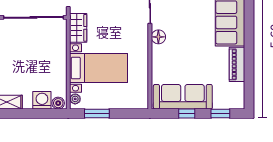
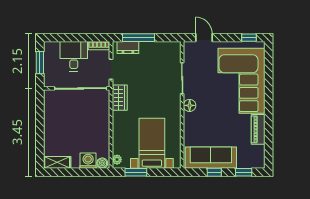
bed with nightstands: (99, 68) -> (152, 143), moved, turned -90

